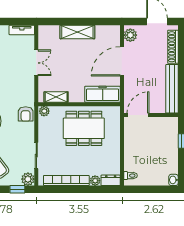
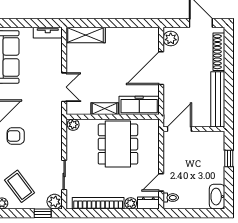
shelving: (77, 32) -> (86, 35), moved
double door: (36, 63) -> (64, 87), moved
shelving: (56, 97) -> (105, 109), moved
armchair: (26, 114) -> (52, 128), removed
dining table: (84, 128) -> (118, 144), turned 90
door: (122, 162) -> (161, 182), added
washbasin: (173, 180) -> (217, 197), width x1.91, depth x1.45

